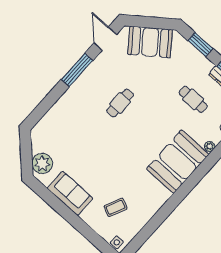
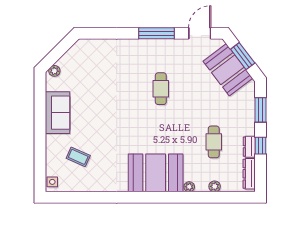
window: (150, 22) -> (243, 56), added
cafe table: (120, 103) -> (161, 89), turned 90
plant: (42, 163) -> (54, 71), width x0.53, depth x0.53

